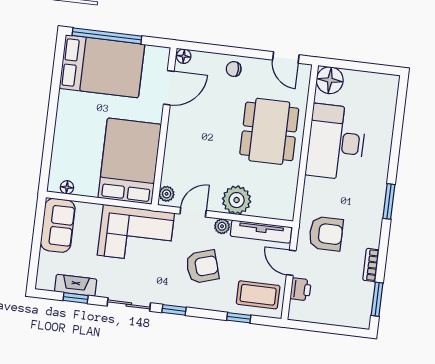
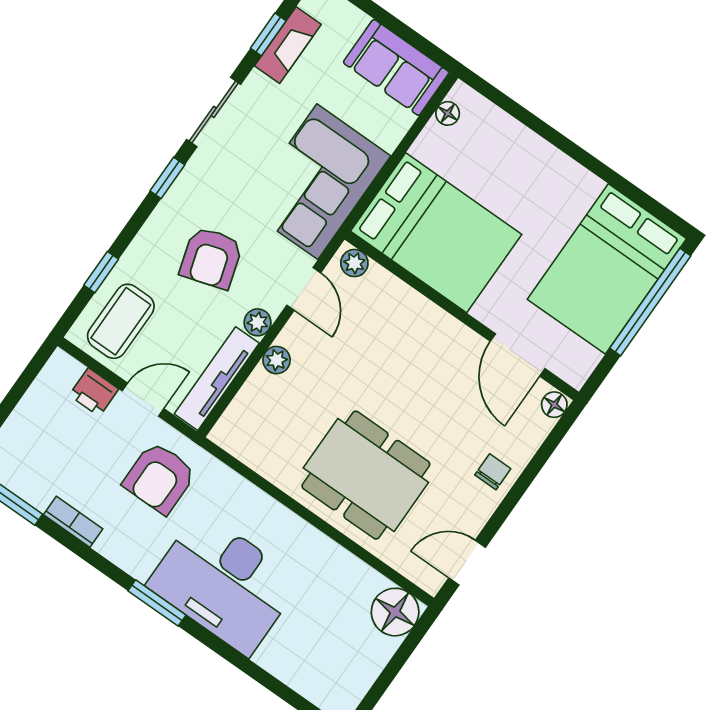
desk: (336, 142) -> (224, 583), moved, turned 180
plant: (237, 200) -> (277, 360), width x0.53, depth x0.53

